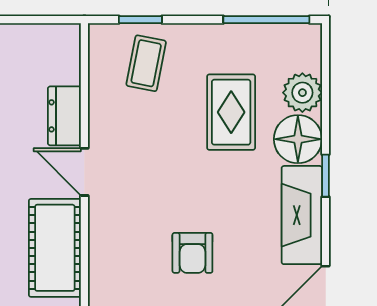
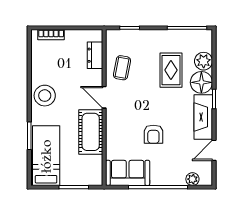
coffee table: (146, 63) -> (122, 68), moved
dresser: (64, 116) -> (95, 55), moved

